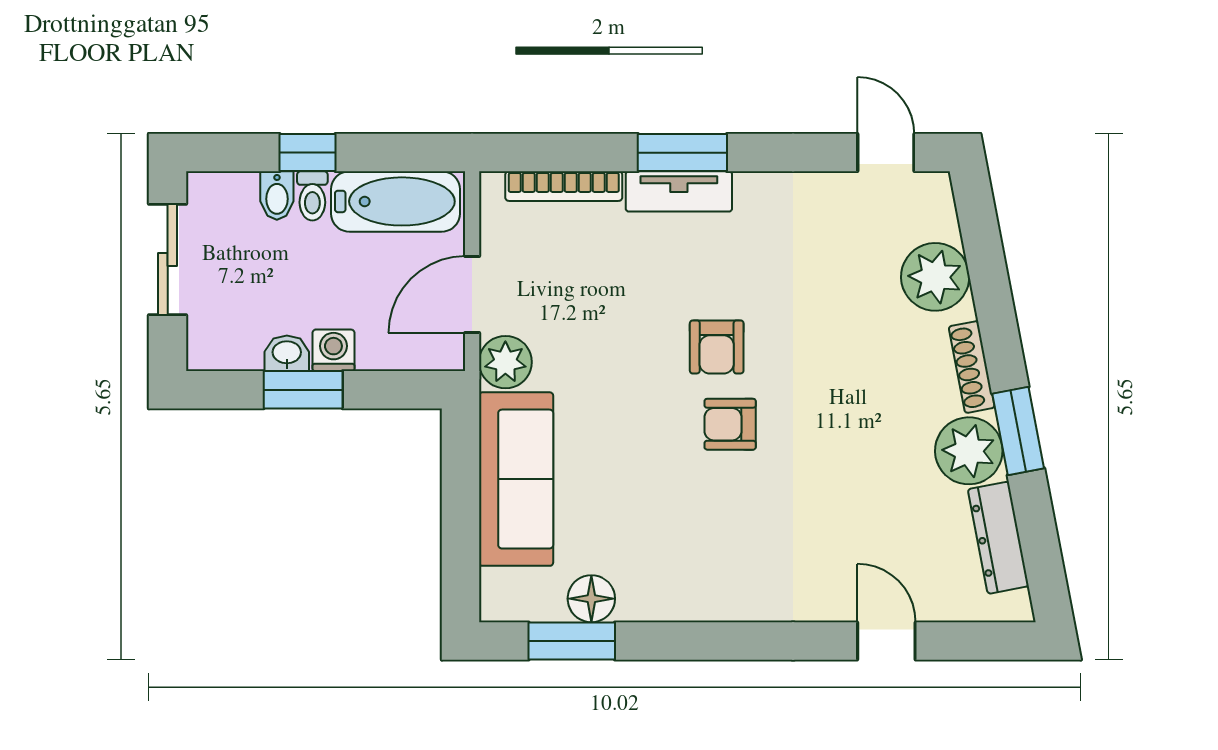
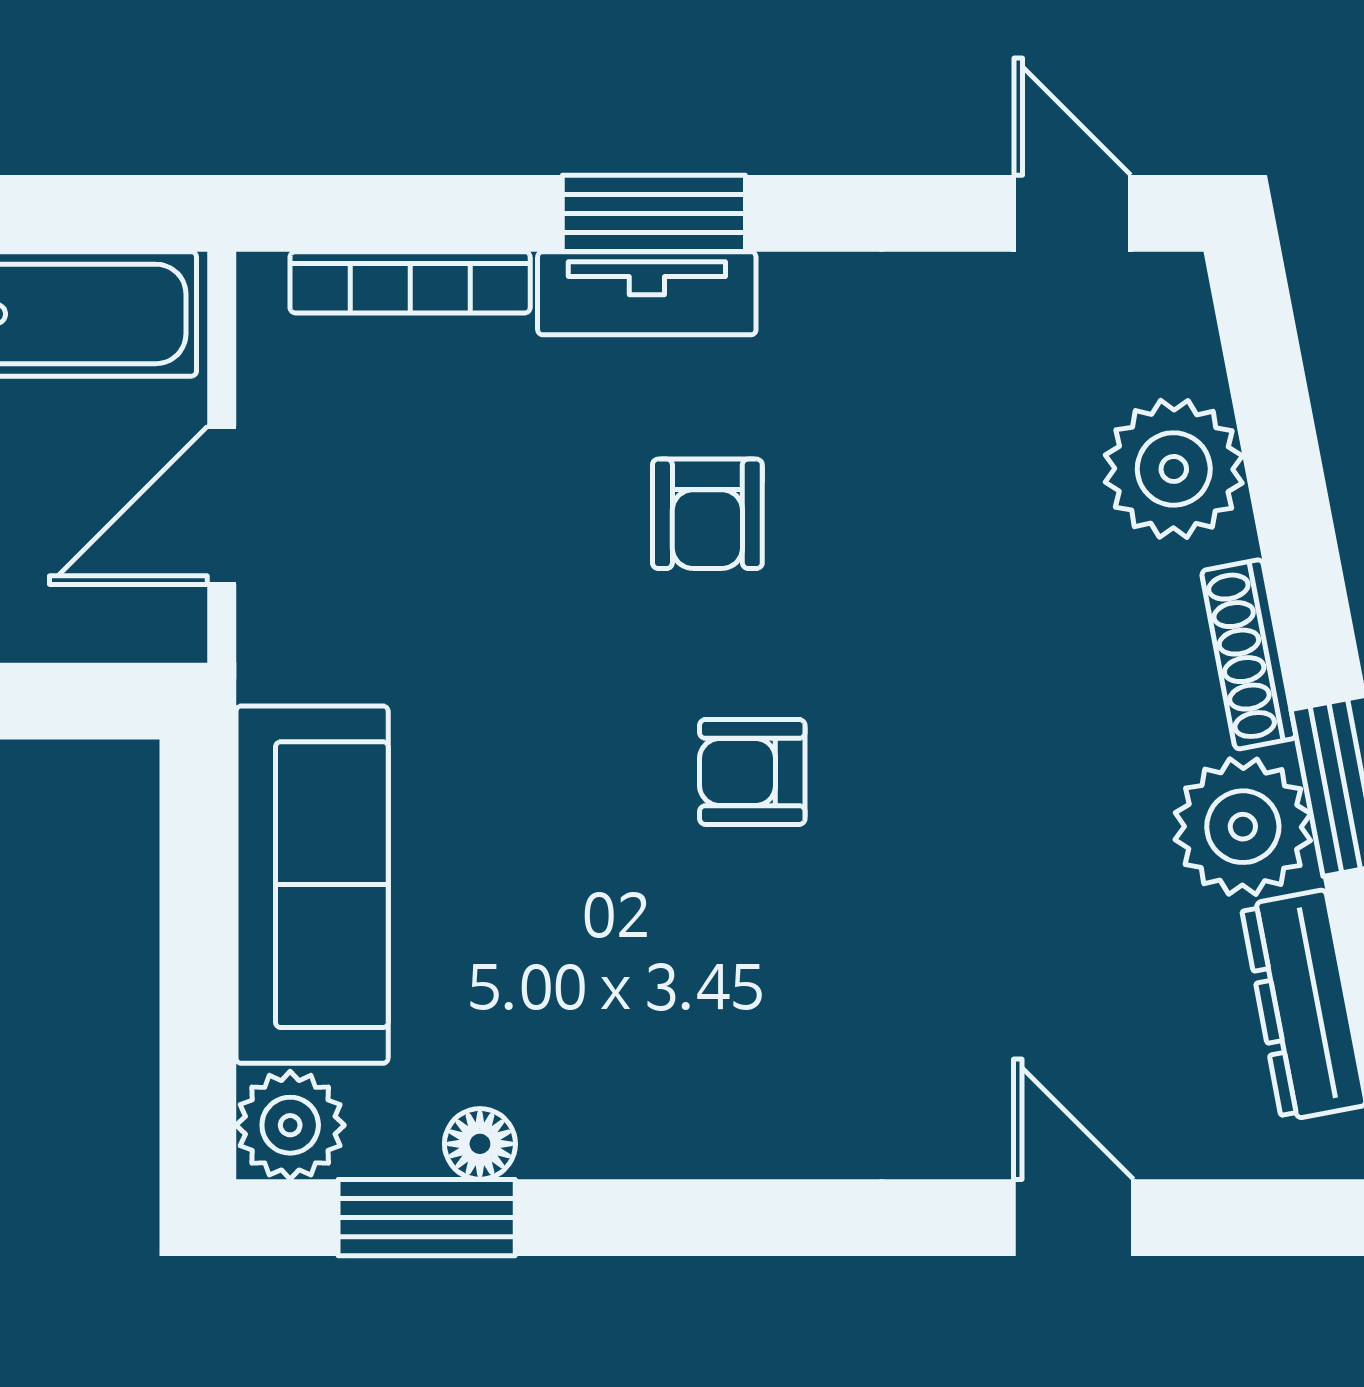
armchair: (717, 347) -> (707, 514), moved
plant: (505, 362) -> (290, 1125), moved
floor lamp: (591, 599) -> (480, 1144), width x0.73, depth x0.73

